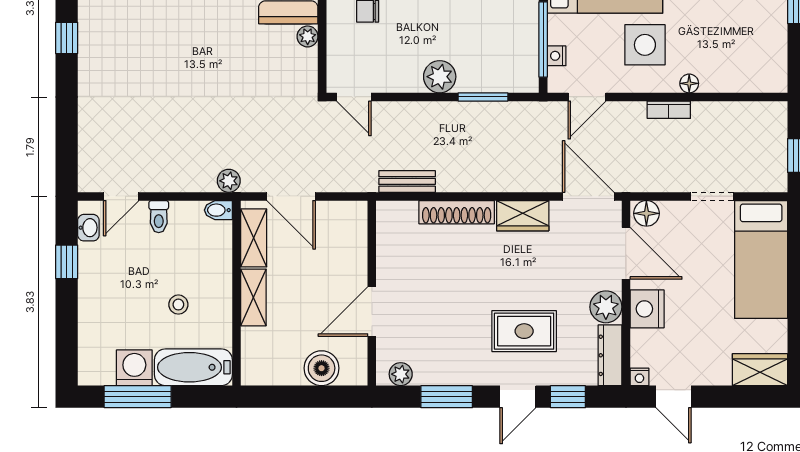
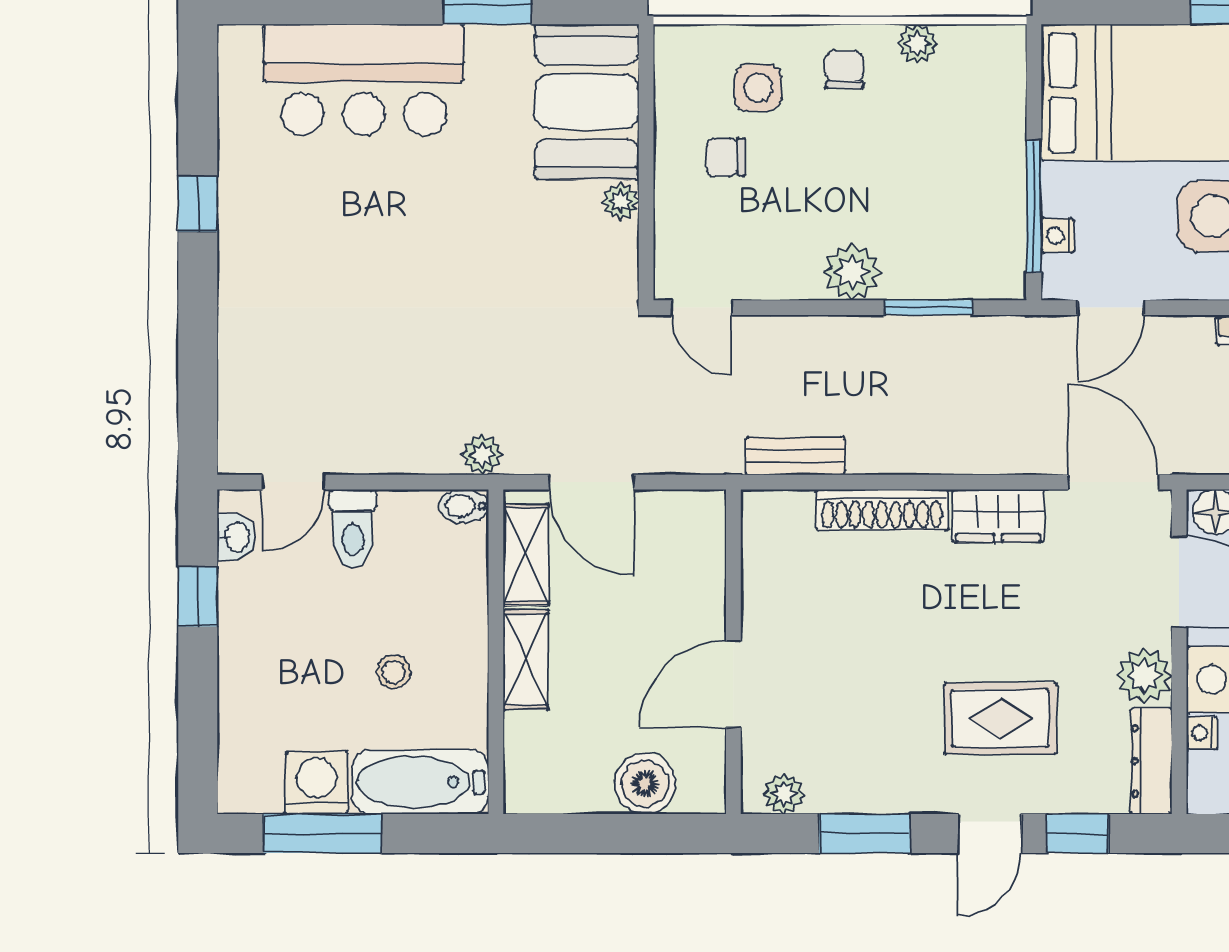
toilet: (159, 217) -> (353, 528), width x1.37, depth x1.39
nightstand: (639, 377) -> (1202, 733), moved, turned 90

